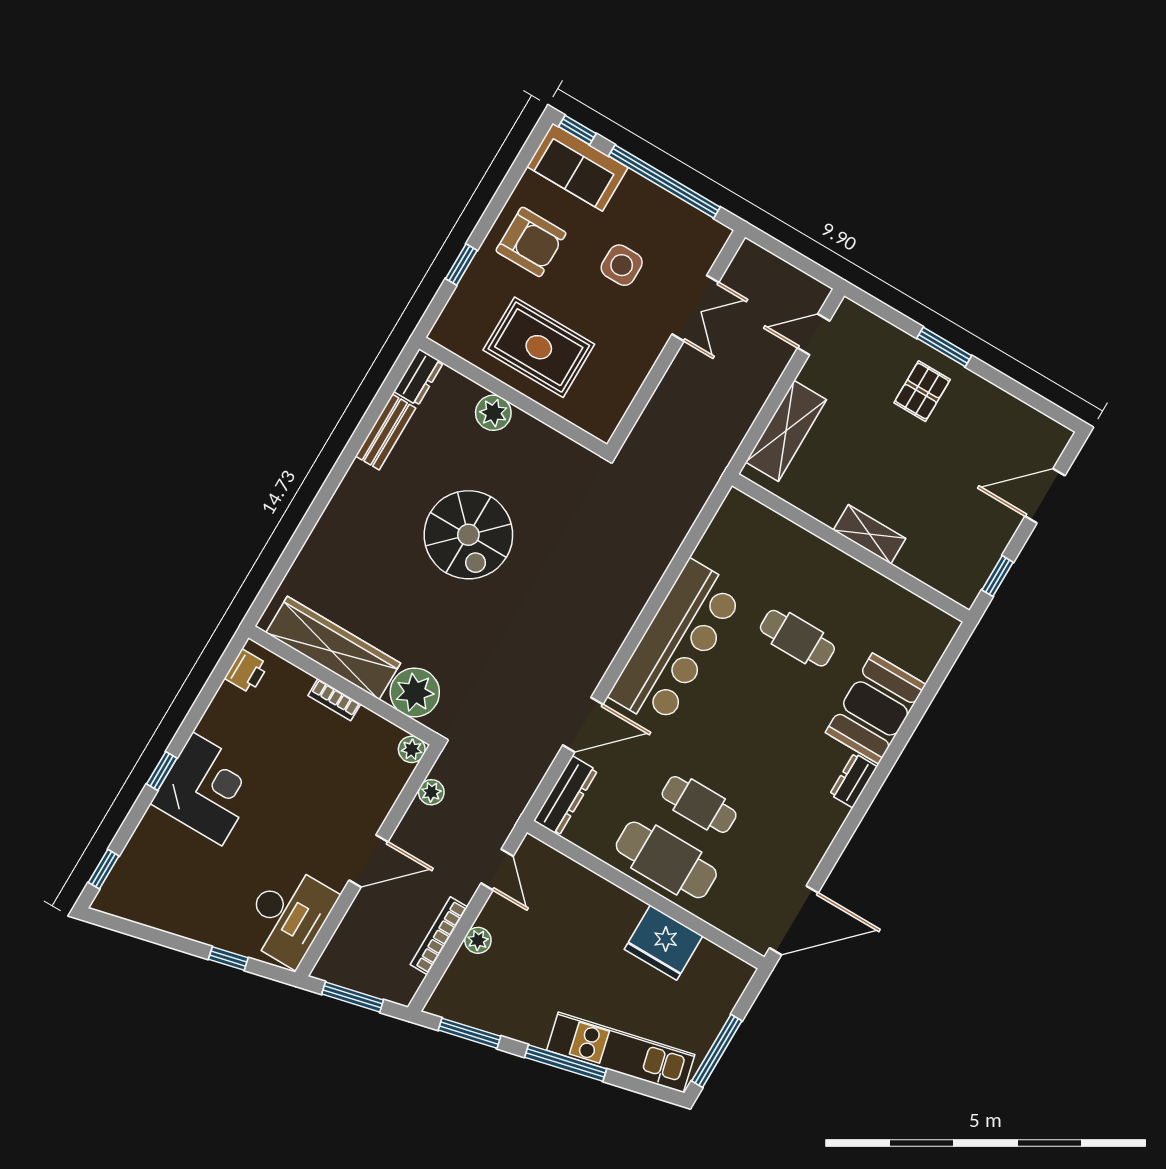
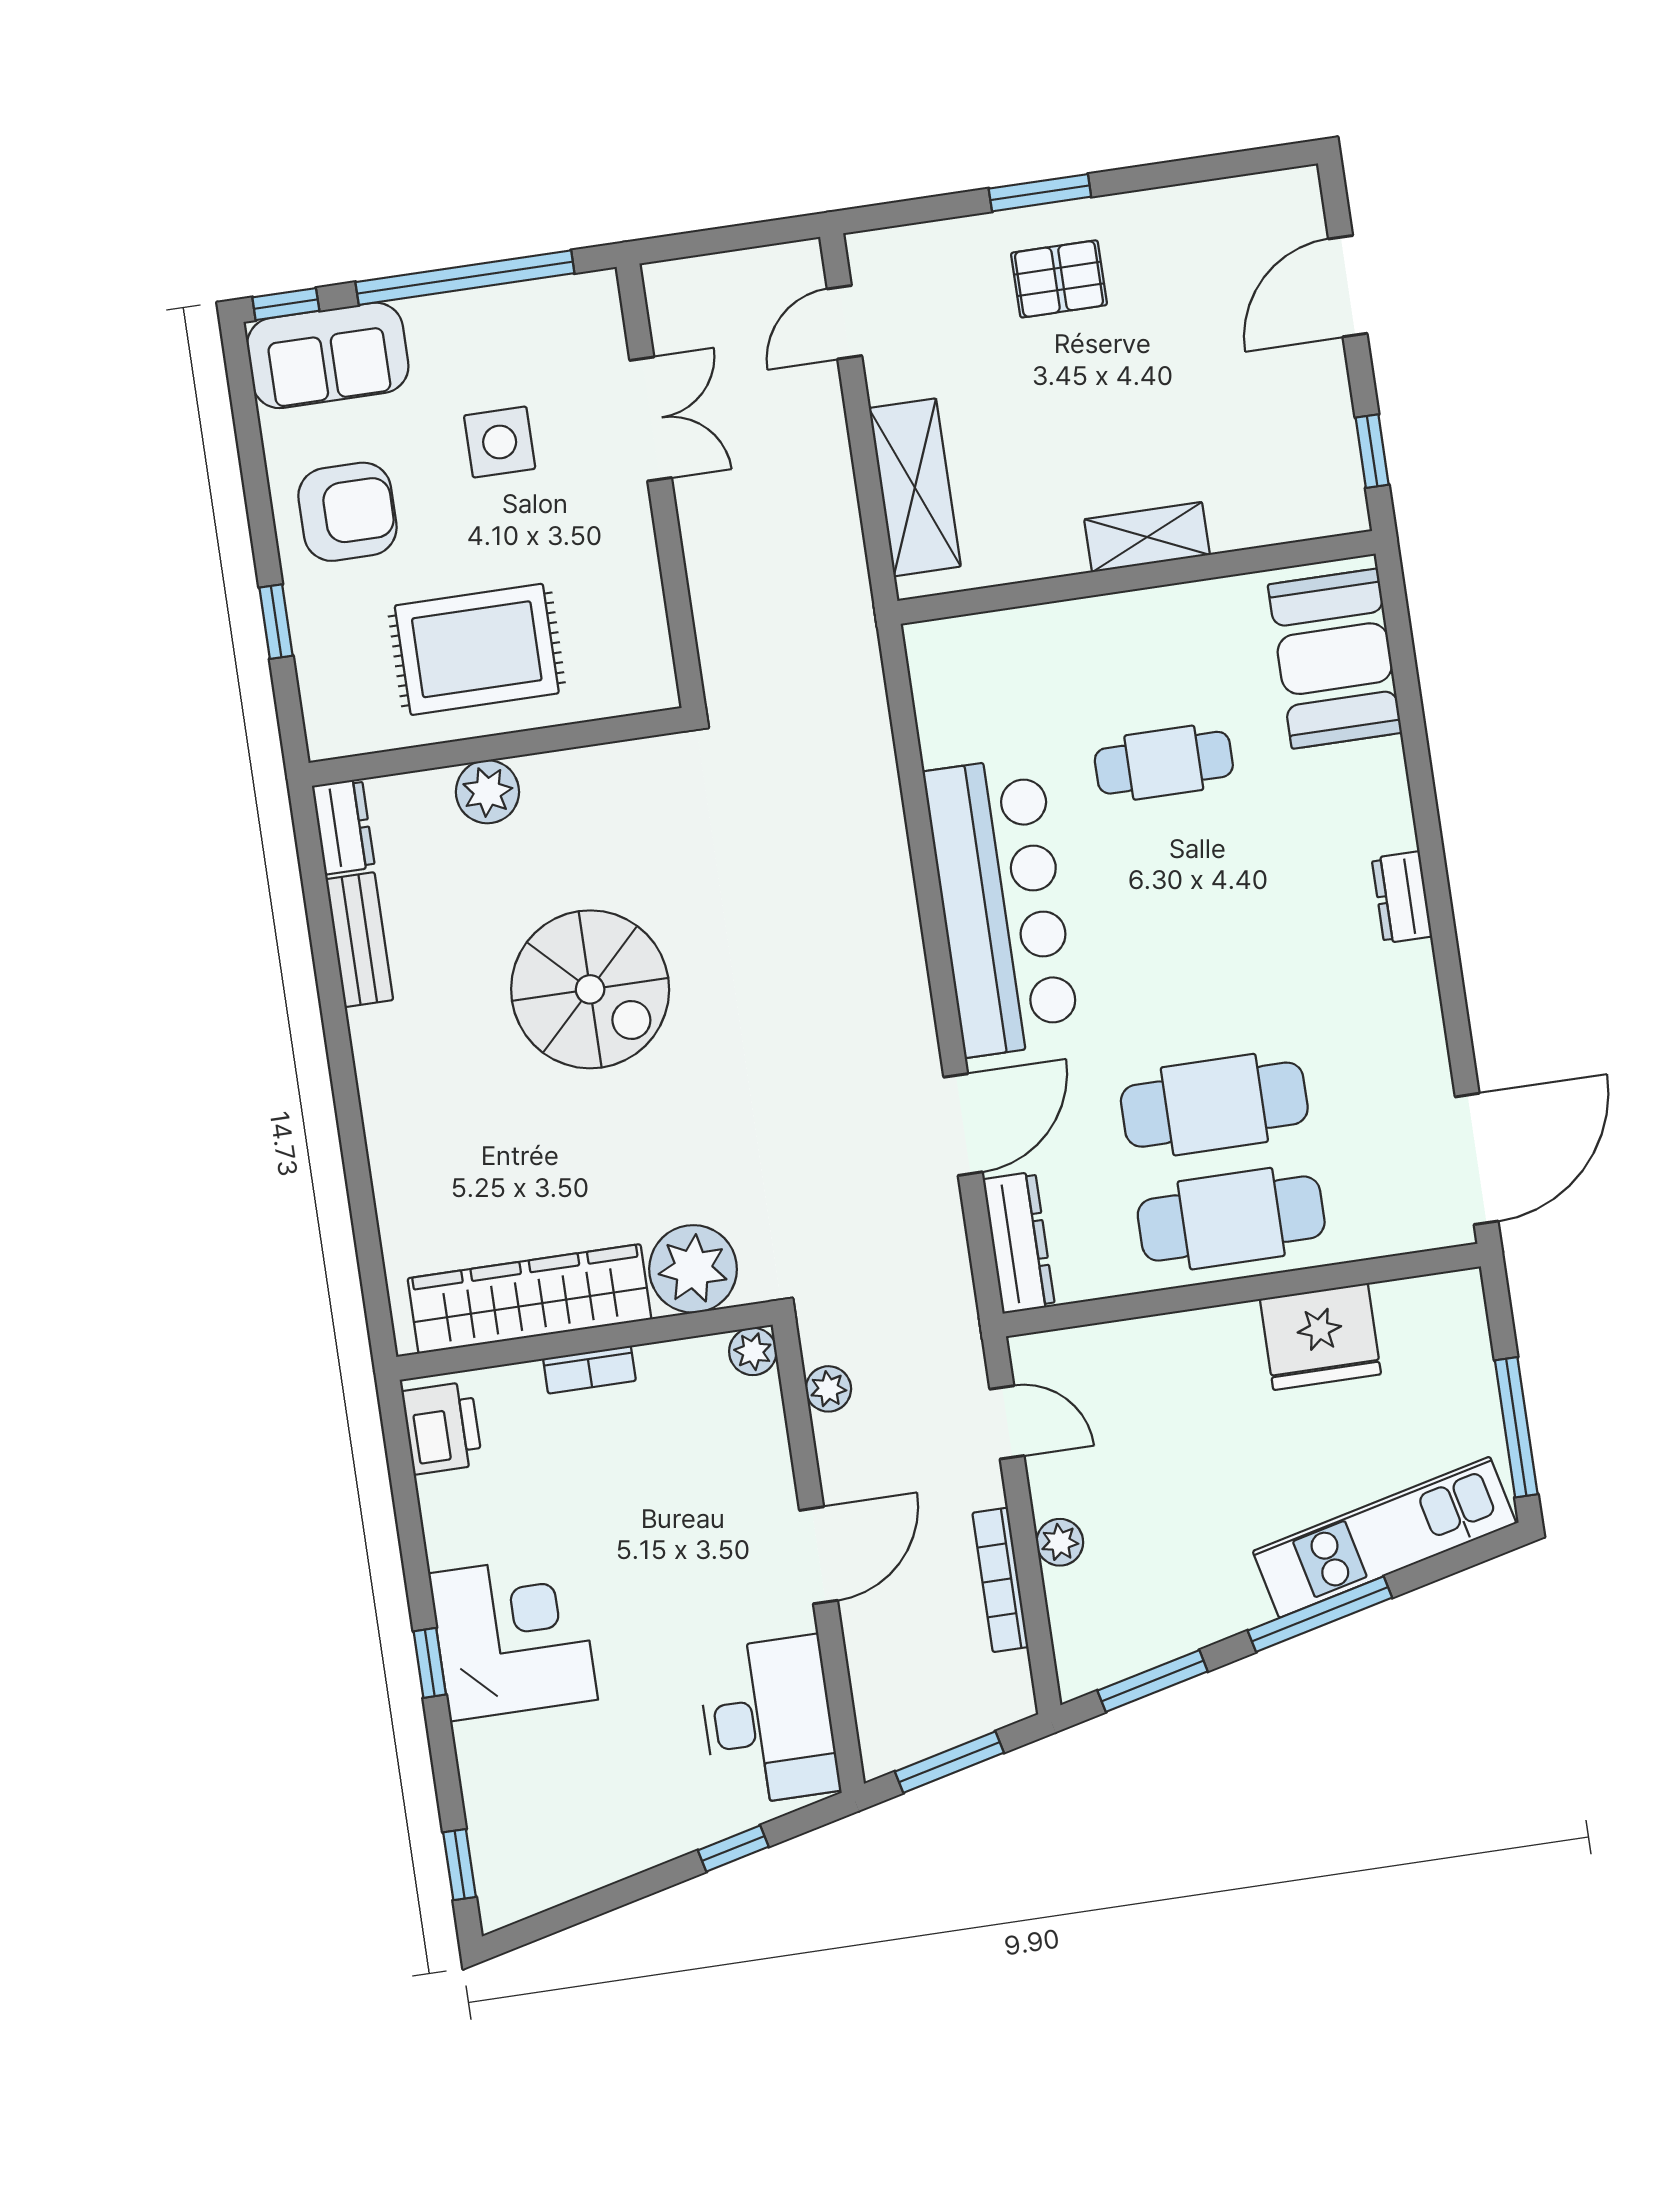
pallet: (922, 391) -> (1059, 279), turned 90
printer: (246, 671) -> (442, 1428), width x1.36, depth x1.24
booth: (876, 708) -> (1335, 659), moved
cafe table: (699, 804) -> (1214, 1105), width x1.37, depth x1.35

